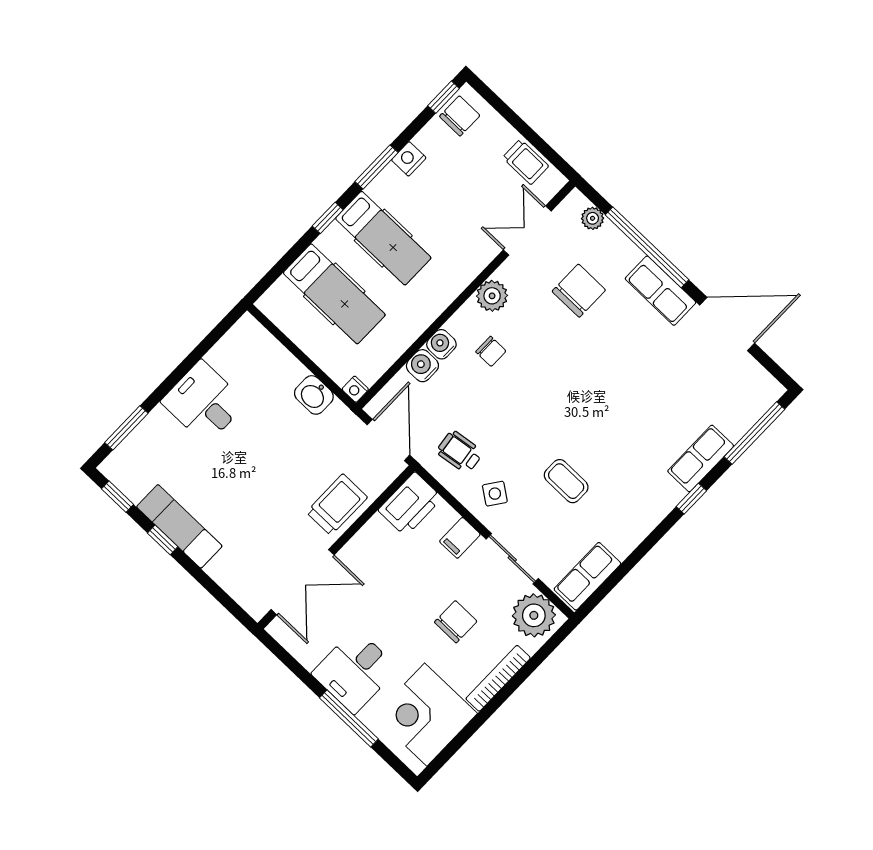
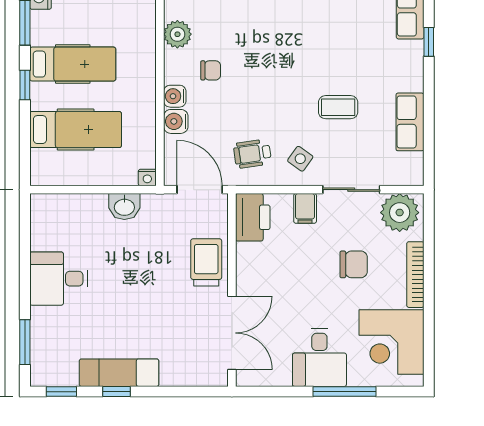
row of seats: (587, 576) -> (410, 122), moved
chair: (456, 622) -> (354, 264), turned 90

